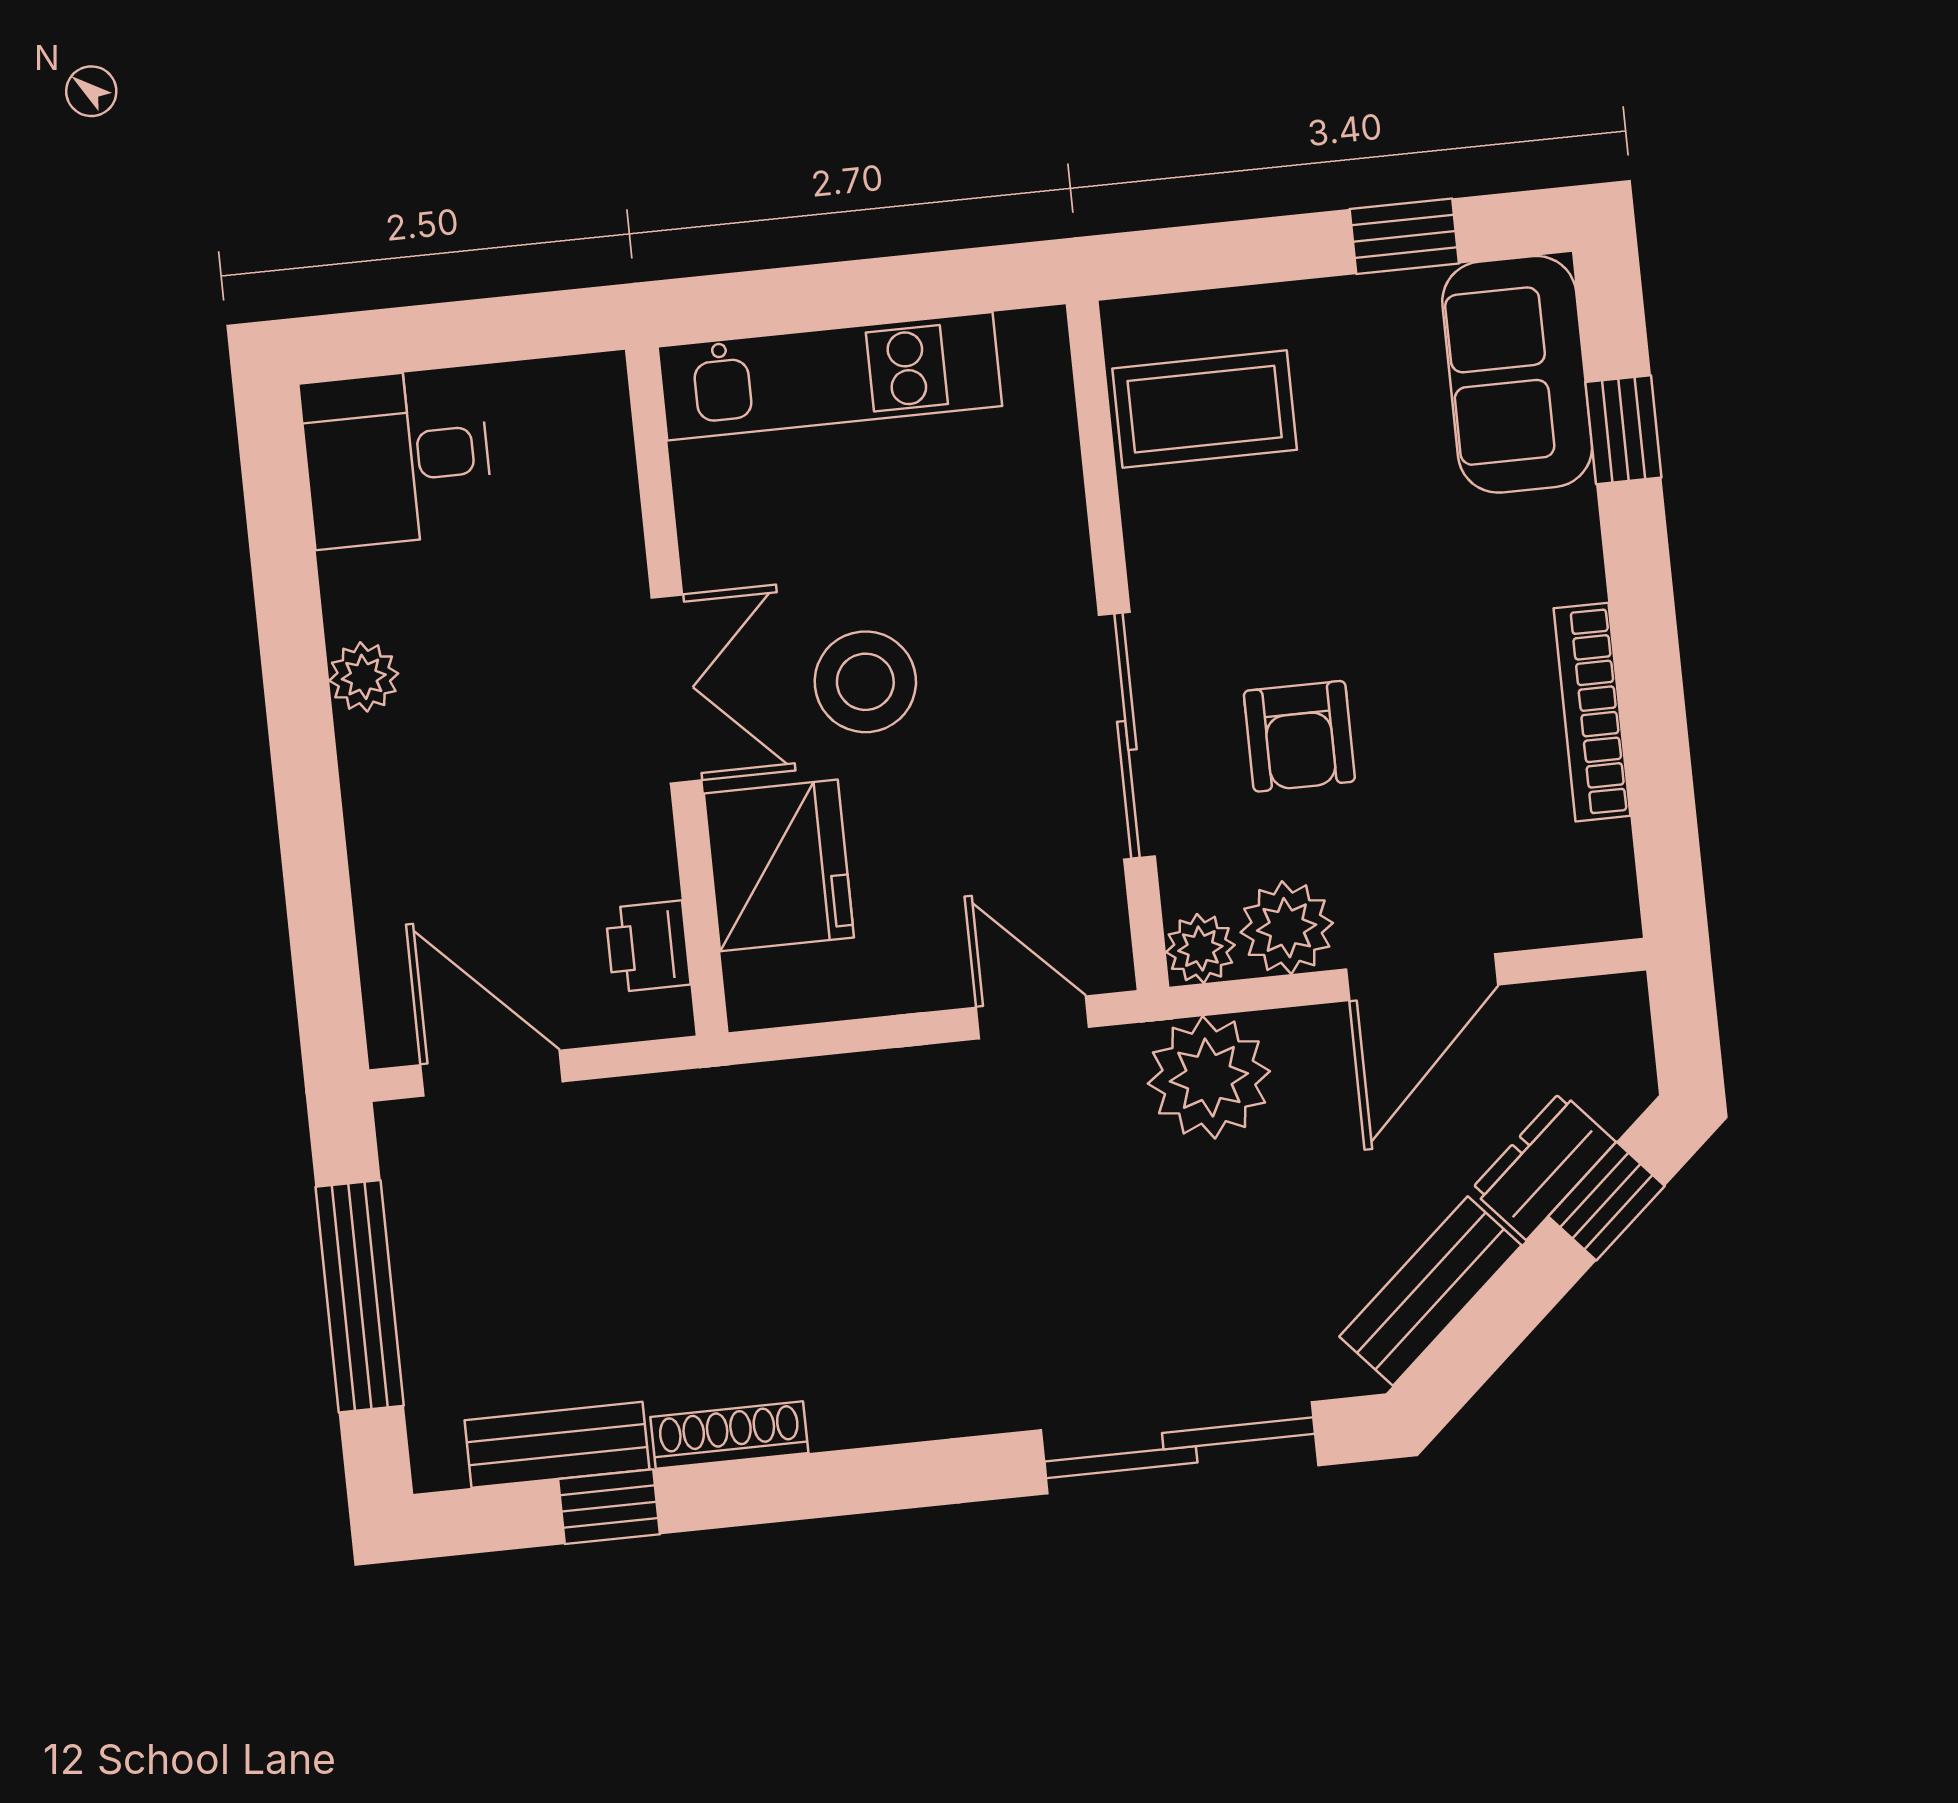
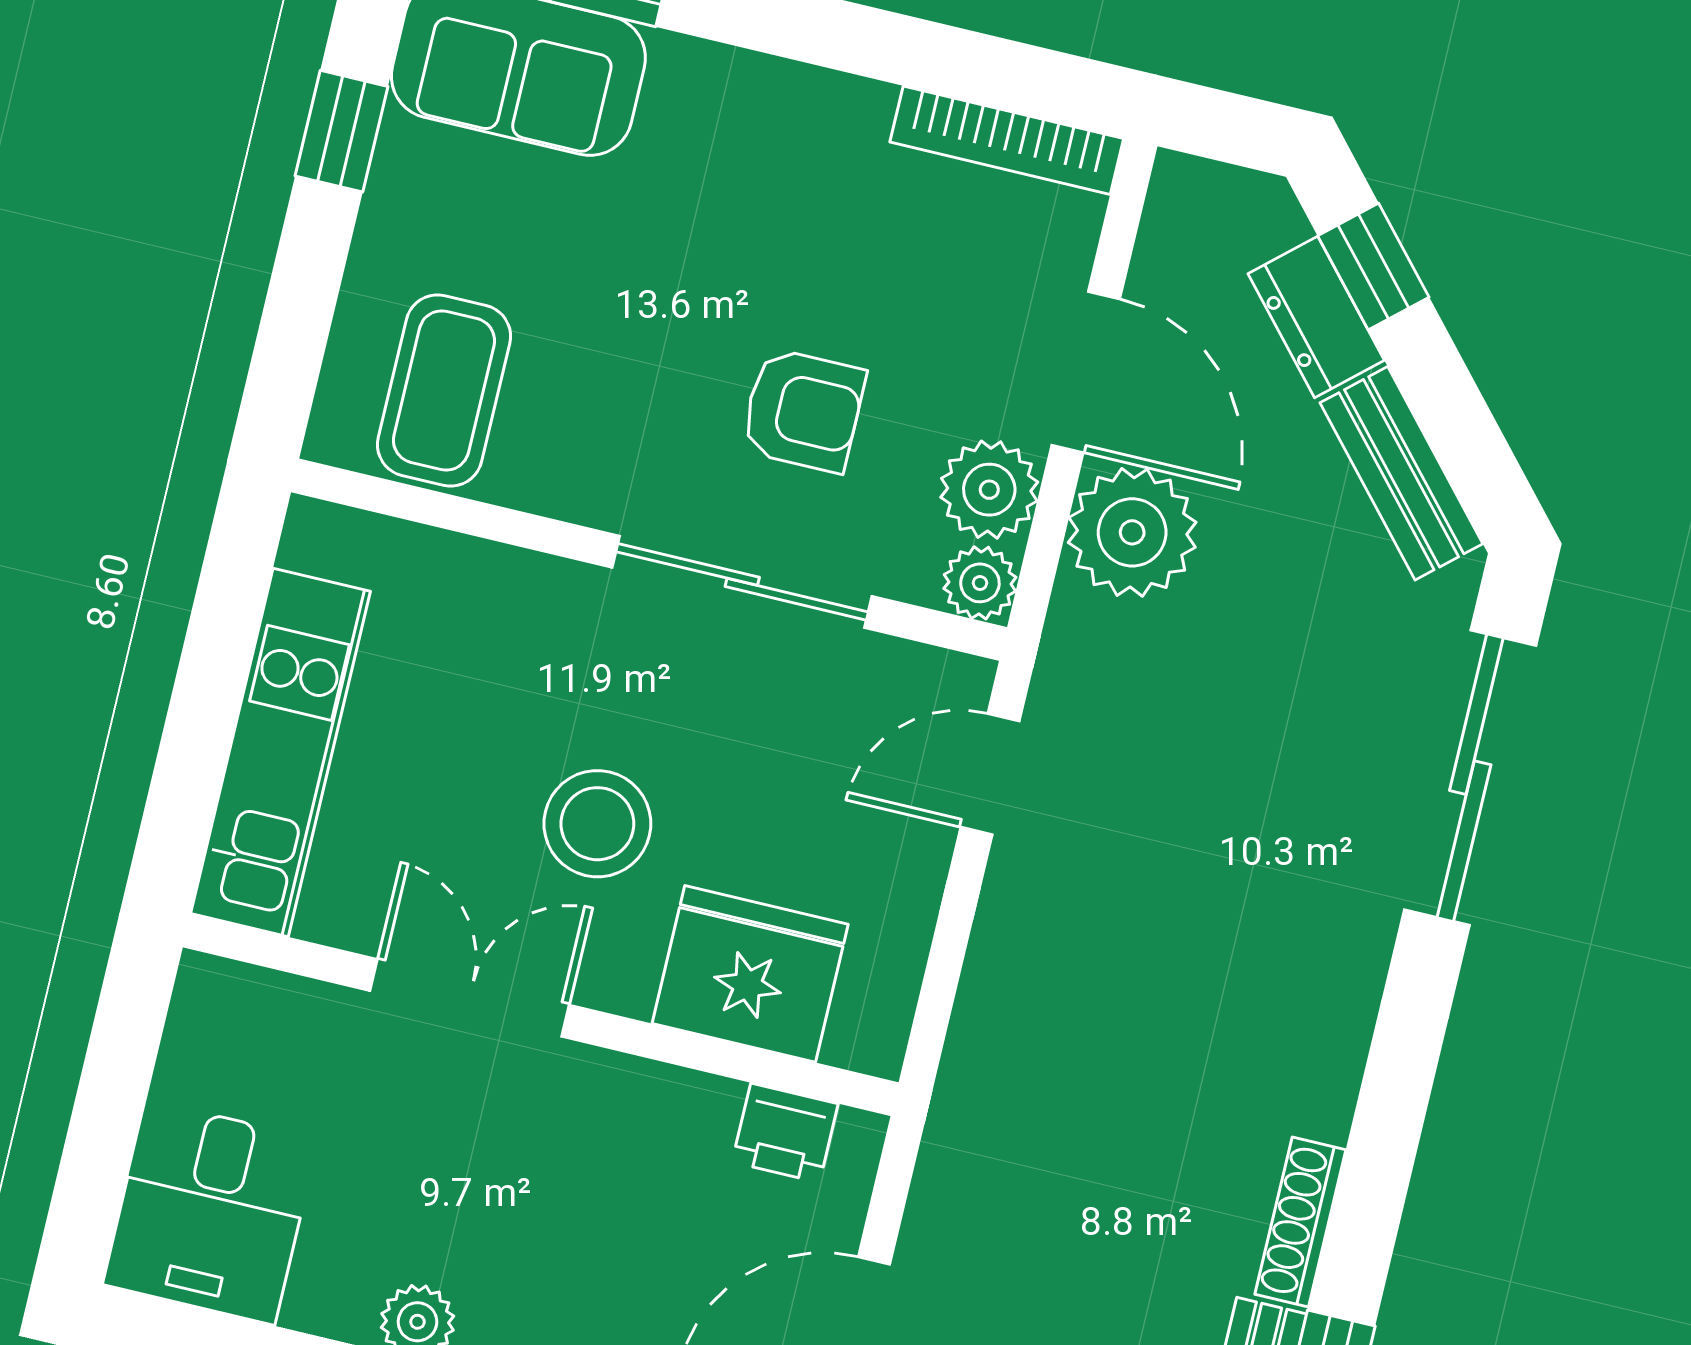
double door: (676, 689) -> (470, 998), moved
bookcase: (1592, 712) -> (1007, 140), moved
plant: (1209, 1077) -> (1132, 532), moved

